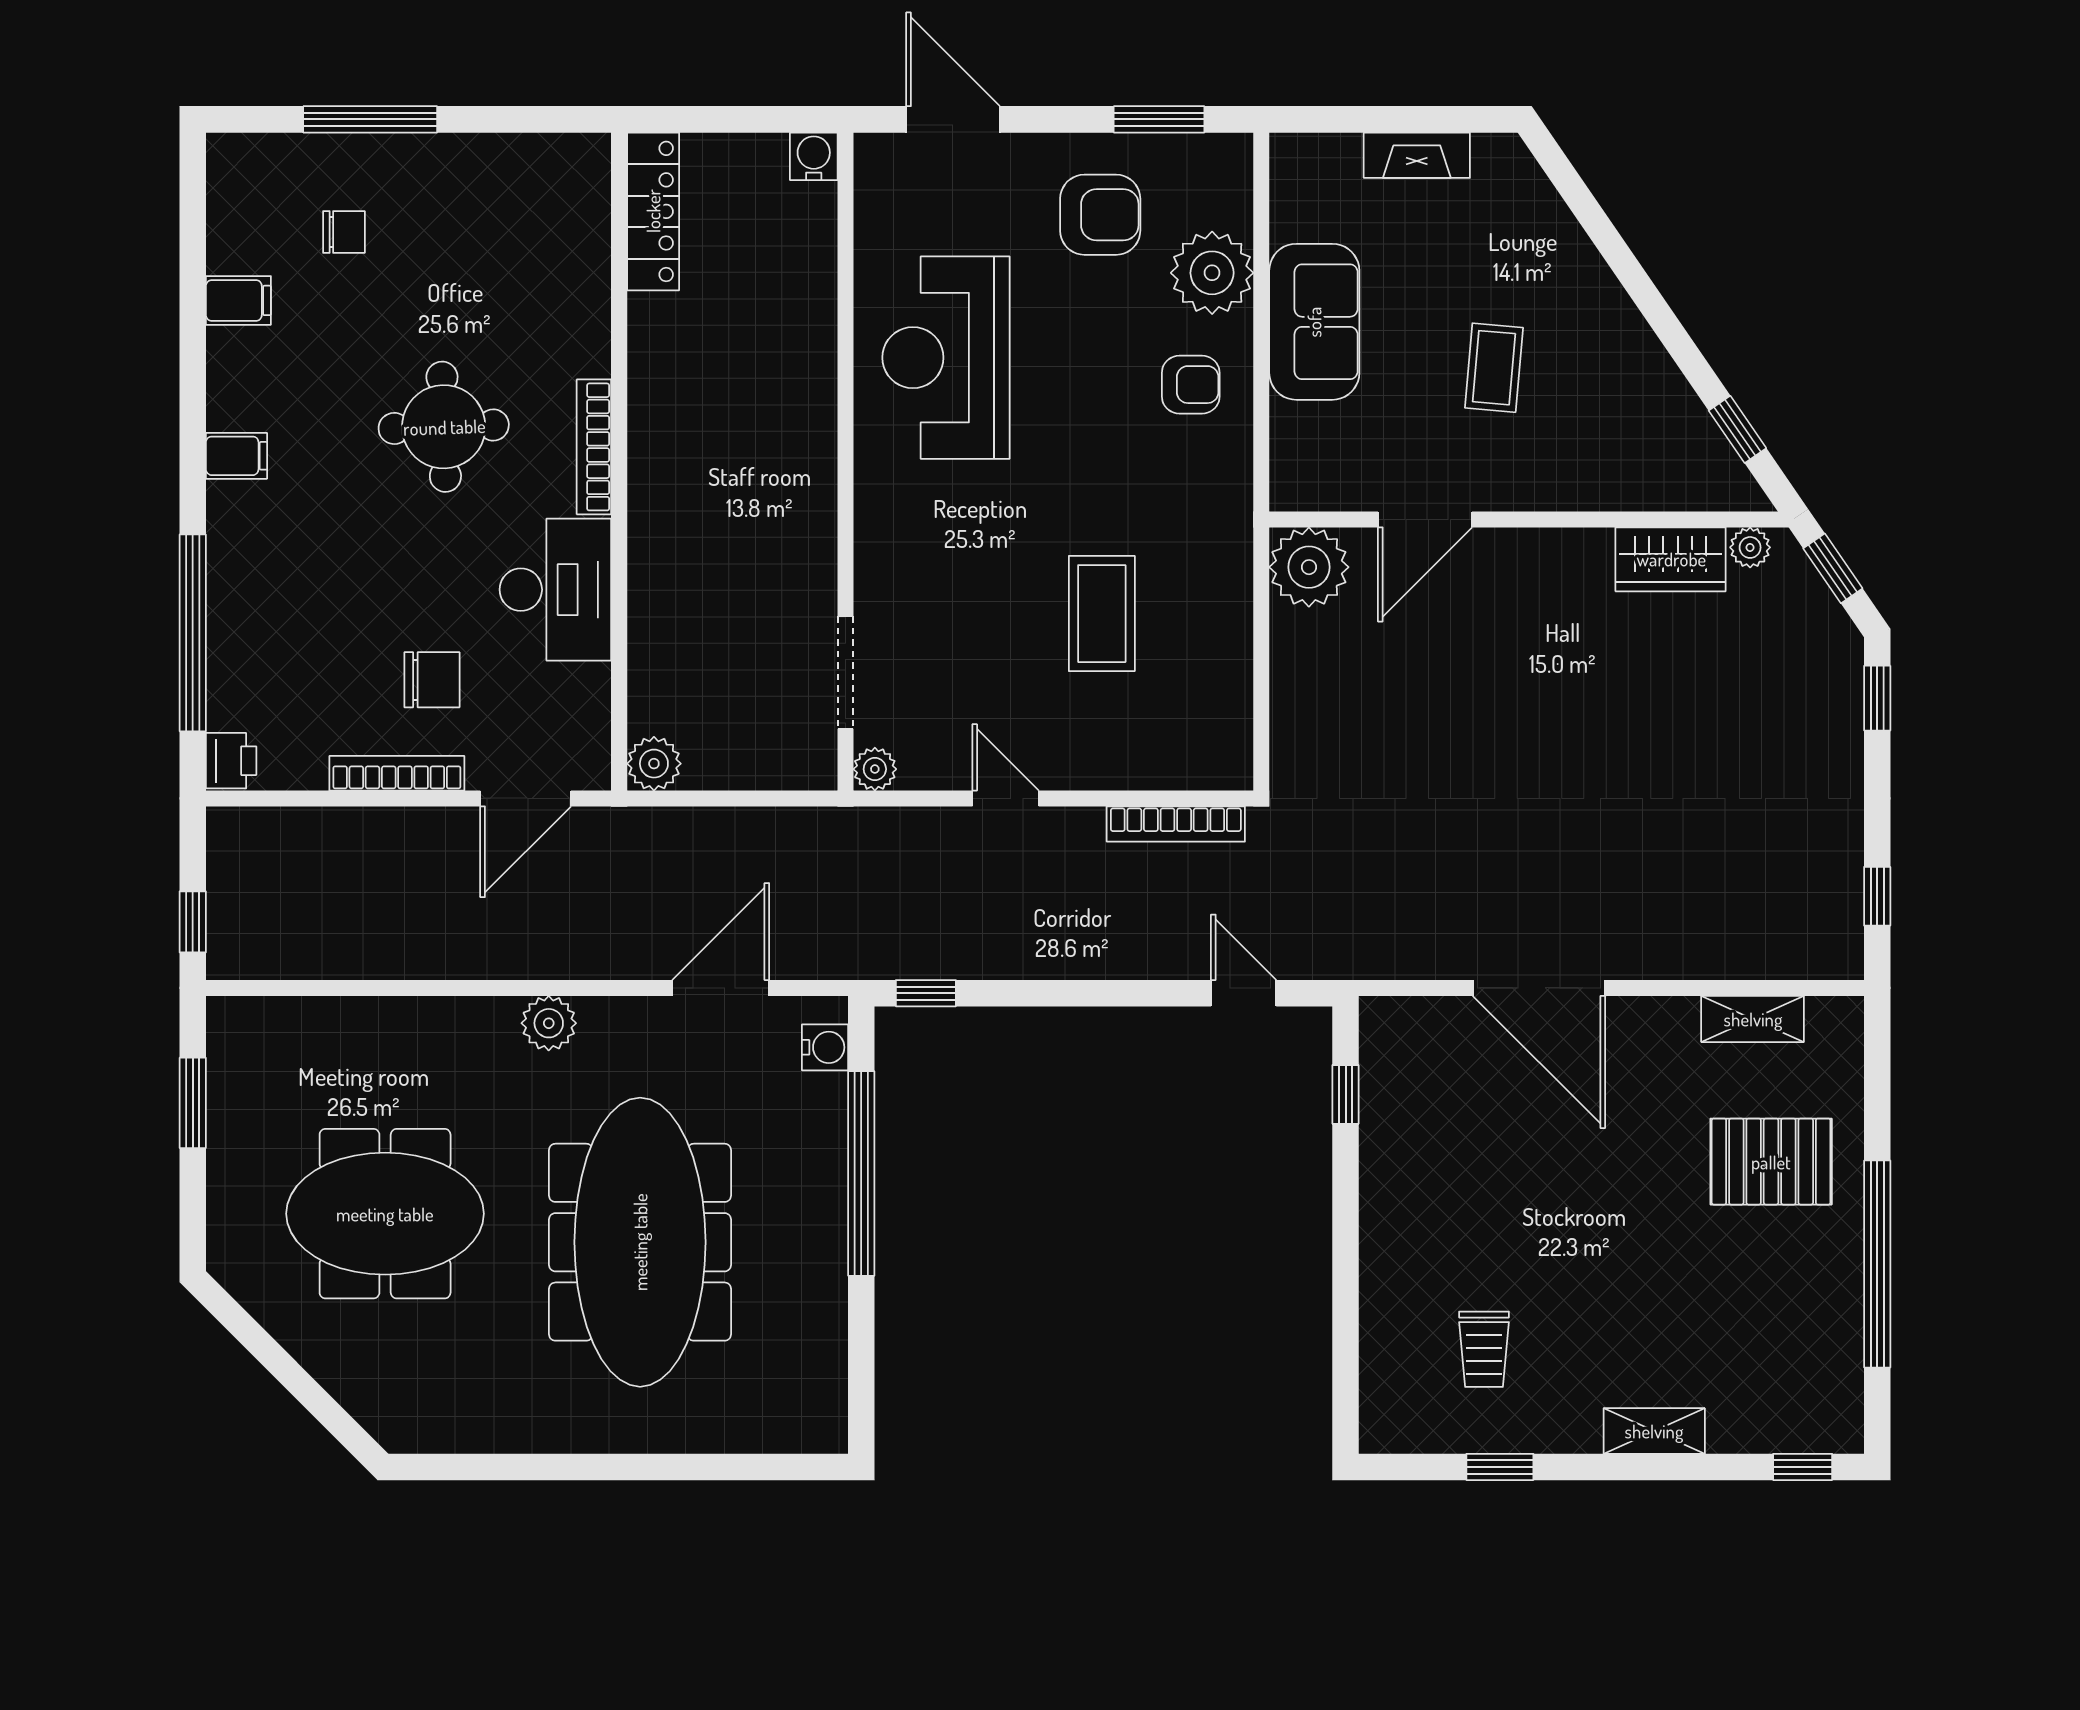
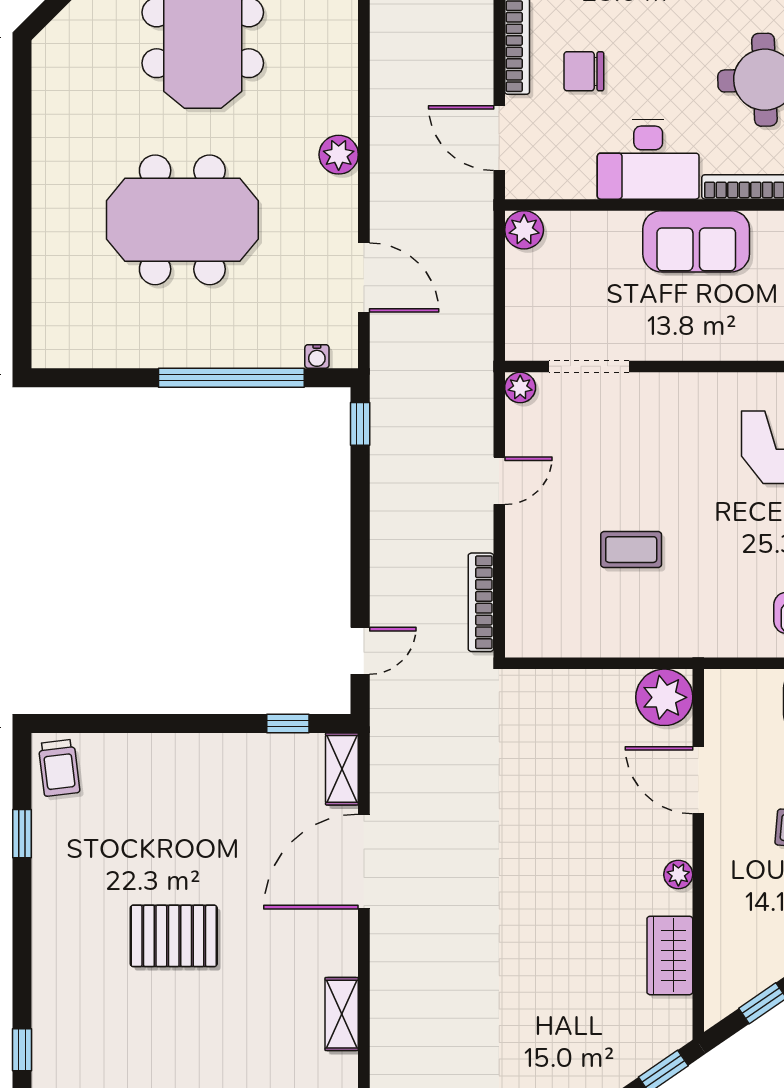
sofa: (670, 522) -> (696, 241), added
plant: (1750, 547) -> (678, 875), moved
coffee table: (1102, 614) -> (631, 550), width x0.73, depth x0.77
chair: (432, 680) -> (584, 71), turned 90
water cooler: (825, 1047) -> (317, 356), width x0.72, depth x0.72
pallet: (1771, 1162) -> (174, 936), moved, turned 90
meeting table: (640, 1242) -> (182, 220), width x0.73
trolley: (1484, 1349) -> (59, 768), moved, turned -97
shelving: (1654, 1431) -> (342, 769), moved

